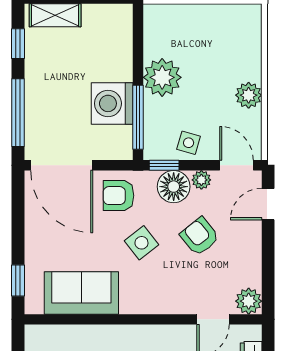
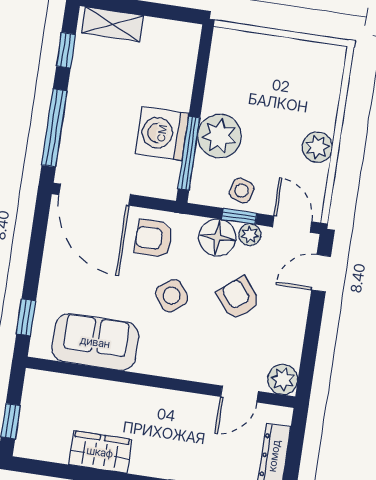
plant: (162, 77) -> (219, 136), moved
window: (164, 165) -> (239, 216), moved

